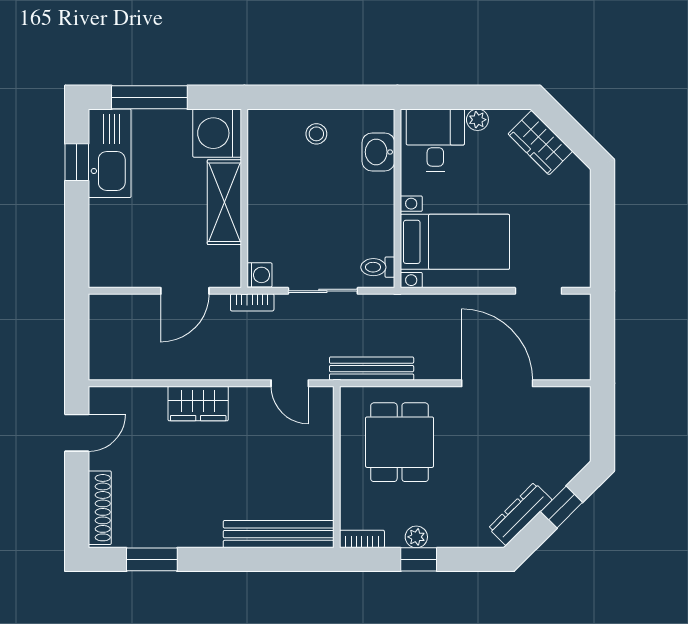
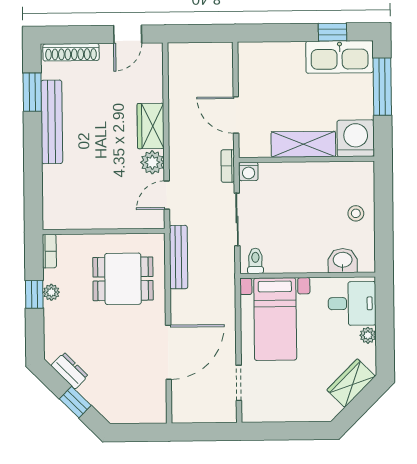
plant: (246, 402) -> (152, 162), added
door: (77, 433) -> (128, 34), hinge flipped
dresser: (520, 514) -> (70, 371), width x0.70
bench: (279, 534) -> (52, 122), moved

